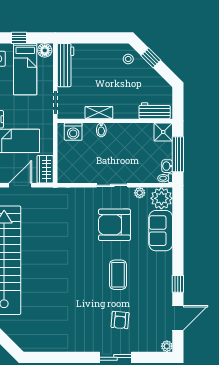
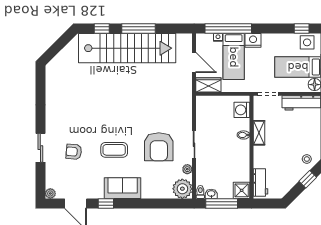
armchair: (114, 225) -> (159, 147), turned 180
sofa: (161, 231) -> (123, 188), moved

